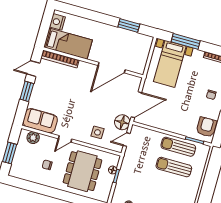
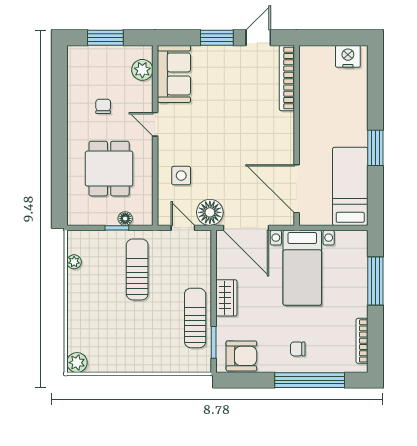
window: (129, 26) -> (375, 148), moved
bed: (68, 44) -> (350, 186), moved, turned 180
bed with nightstands: (170, 64) -> (302, 268), moved, turned -90
door: (112, 68) -> (297, 189), moved
door: (33, 69) -> (258, 38), hinge flipped
wardrobe: (172, 126) -> (226, 298), added
sun lounger: (174, 167) -> (137, 269), moved
dining table: (82, 171) -> (109, 169), width x0.73

